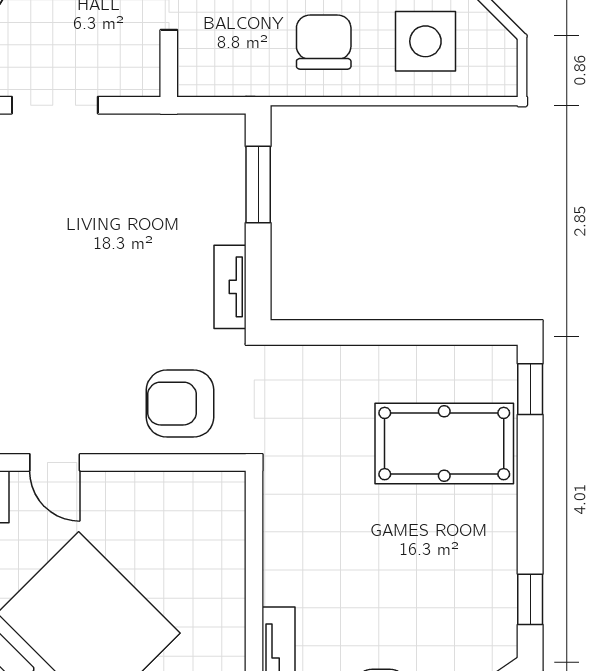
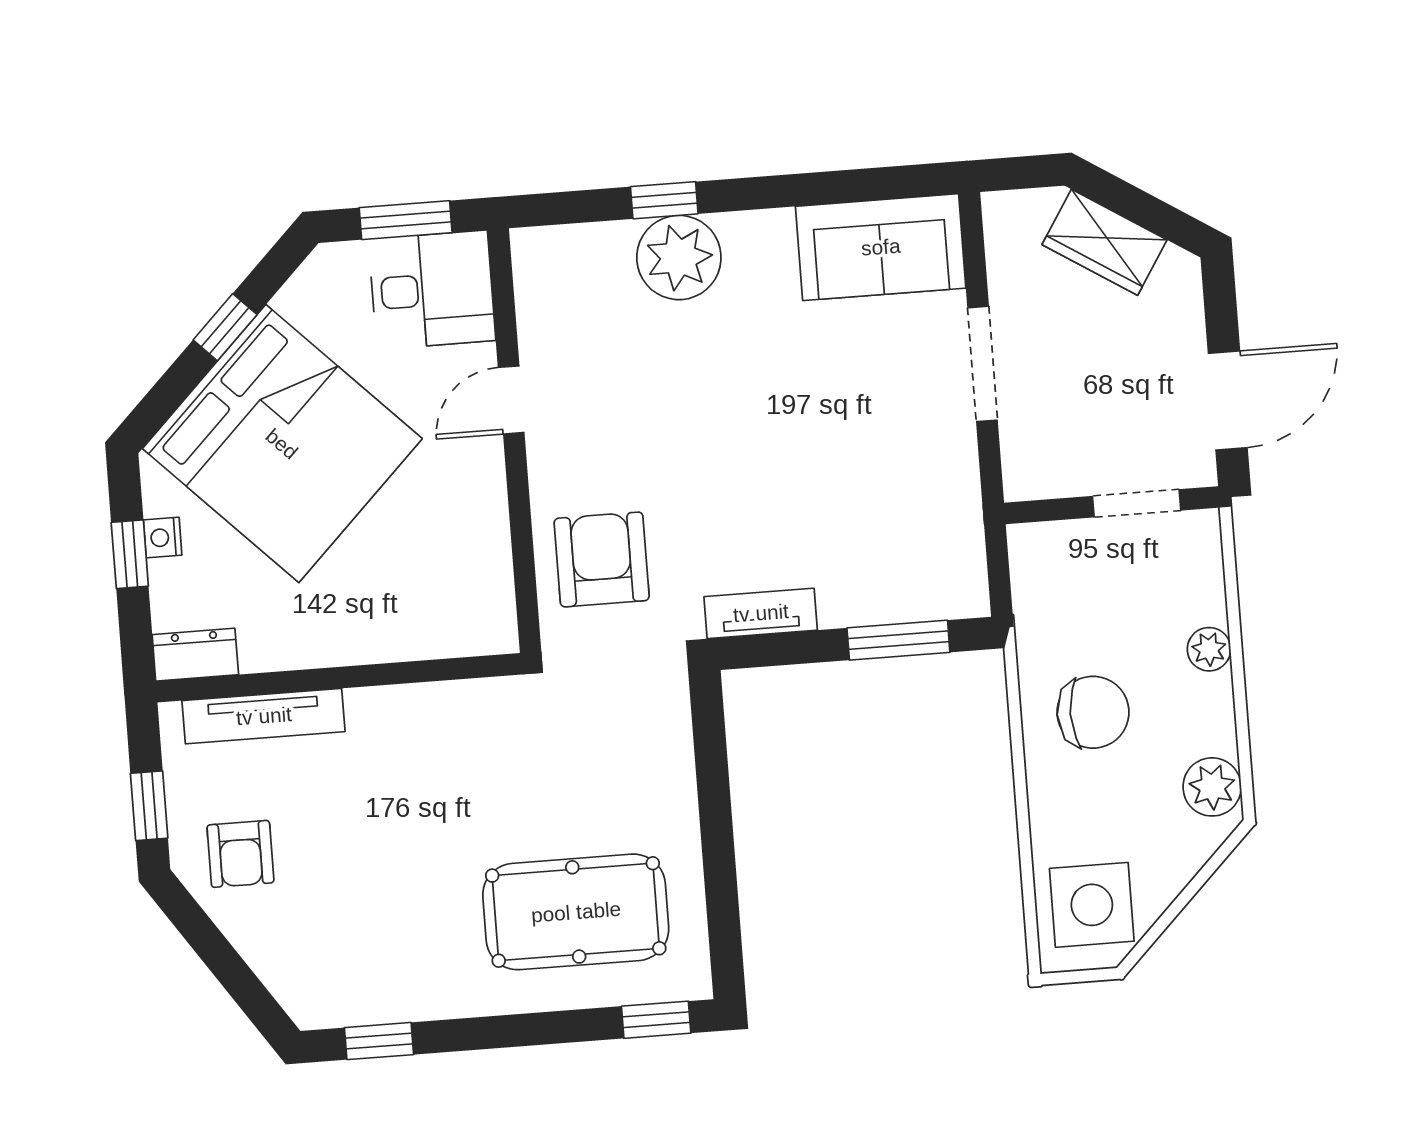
side table: (425, 41) -> (1092, 905), moved
pool table: (444, 444) -> (576, 912), turned 90

